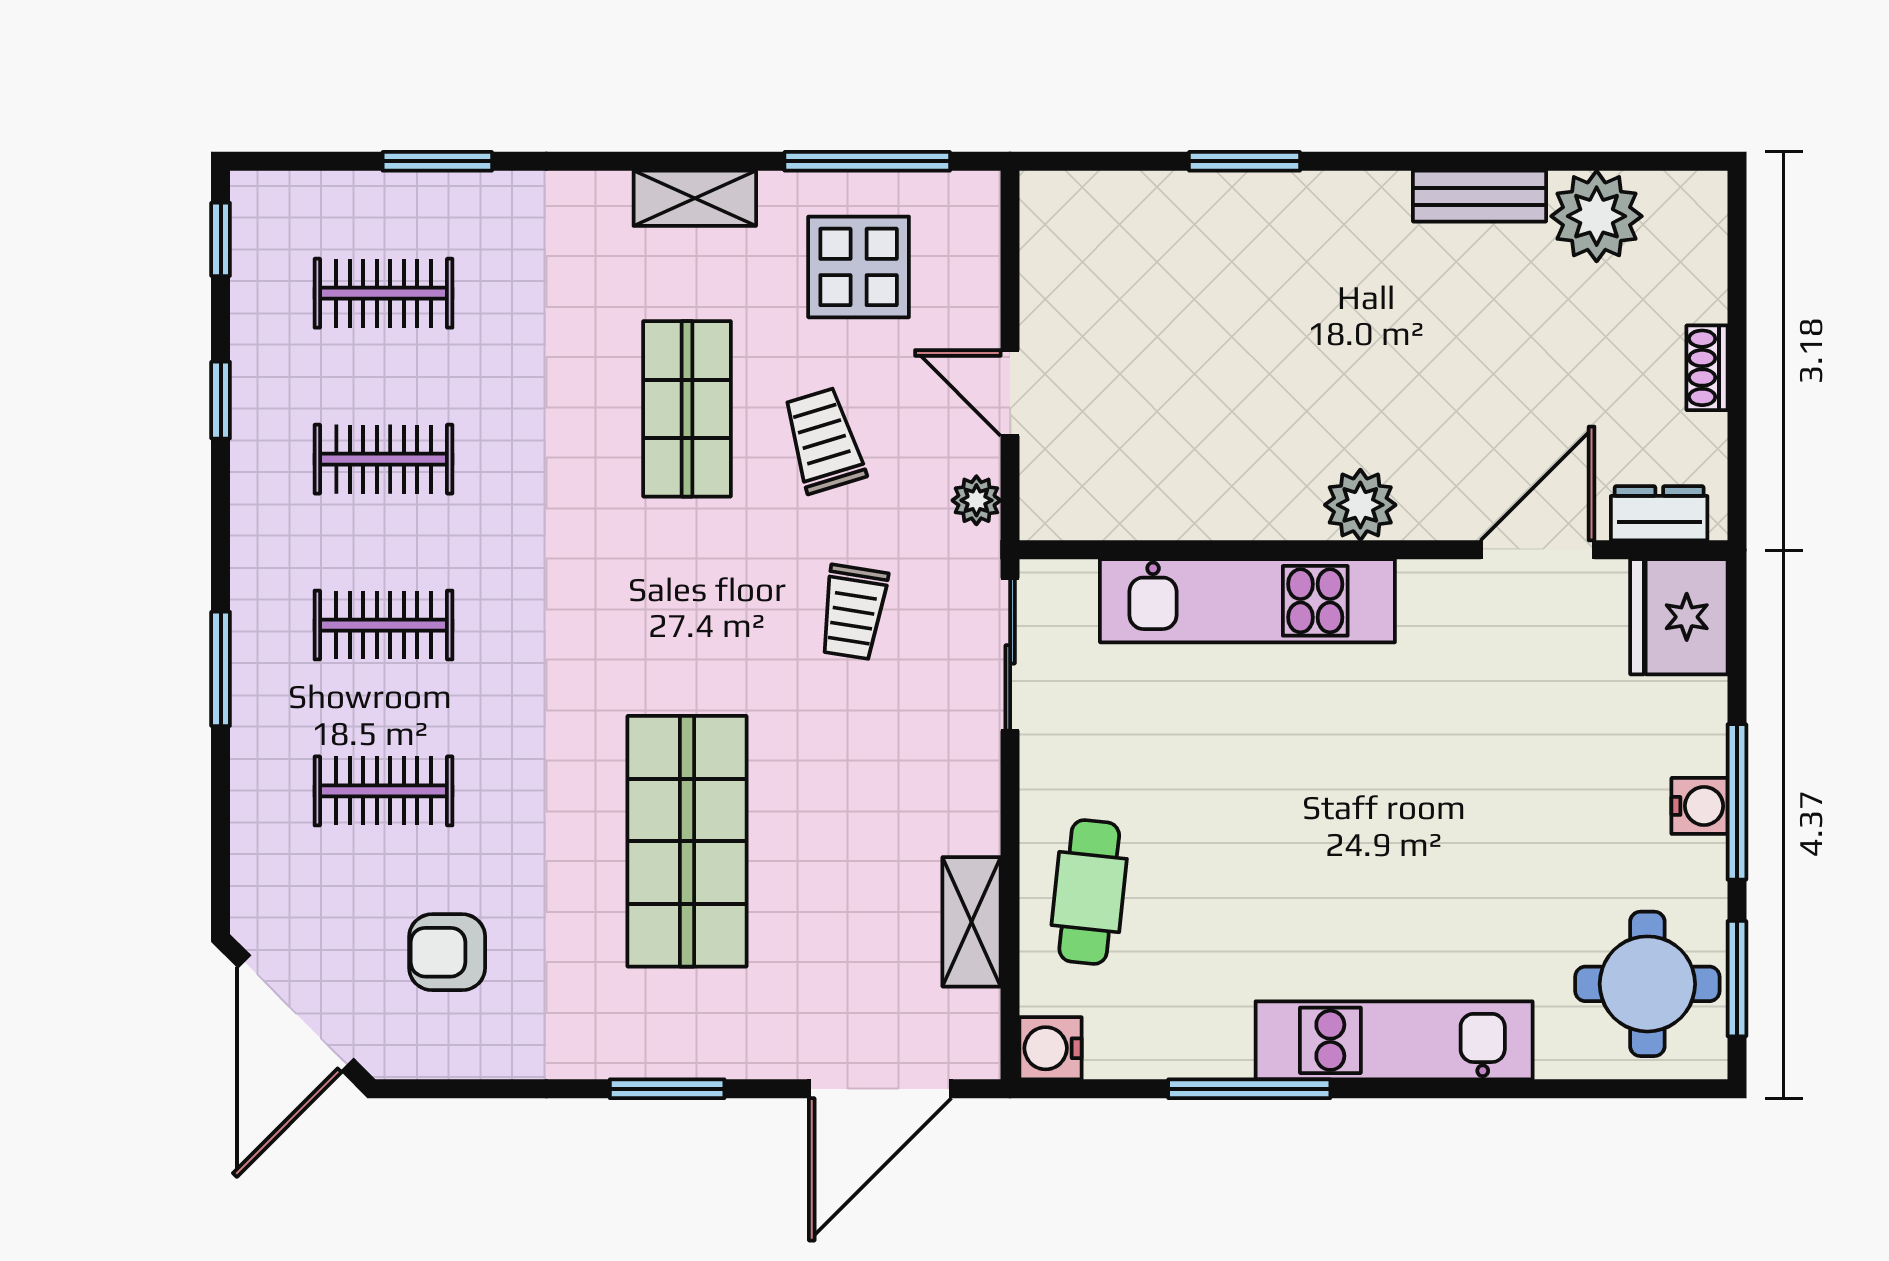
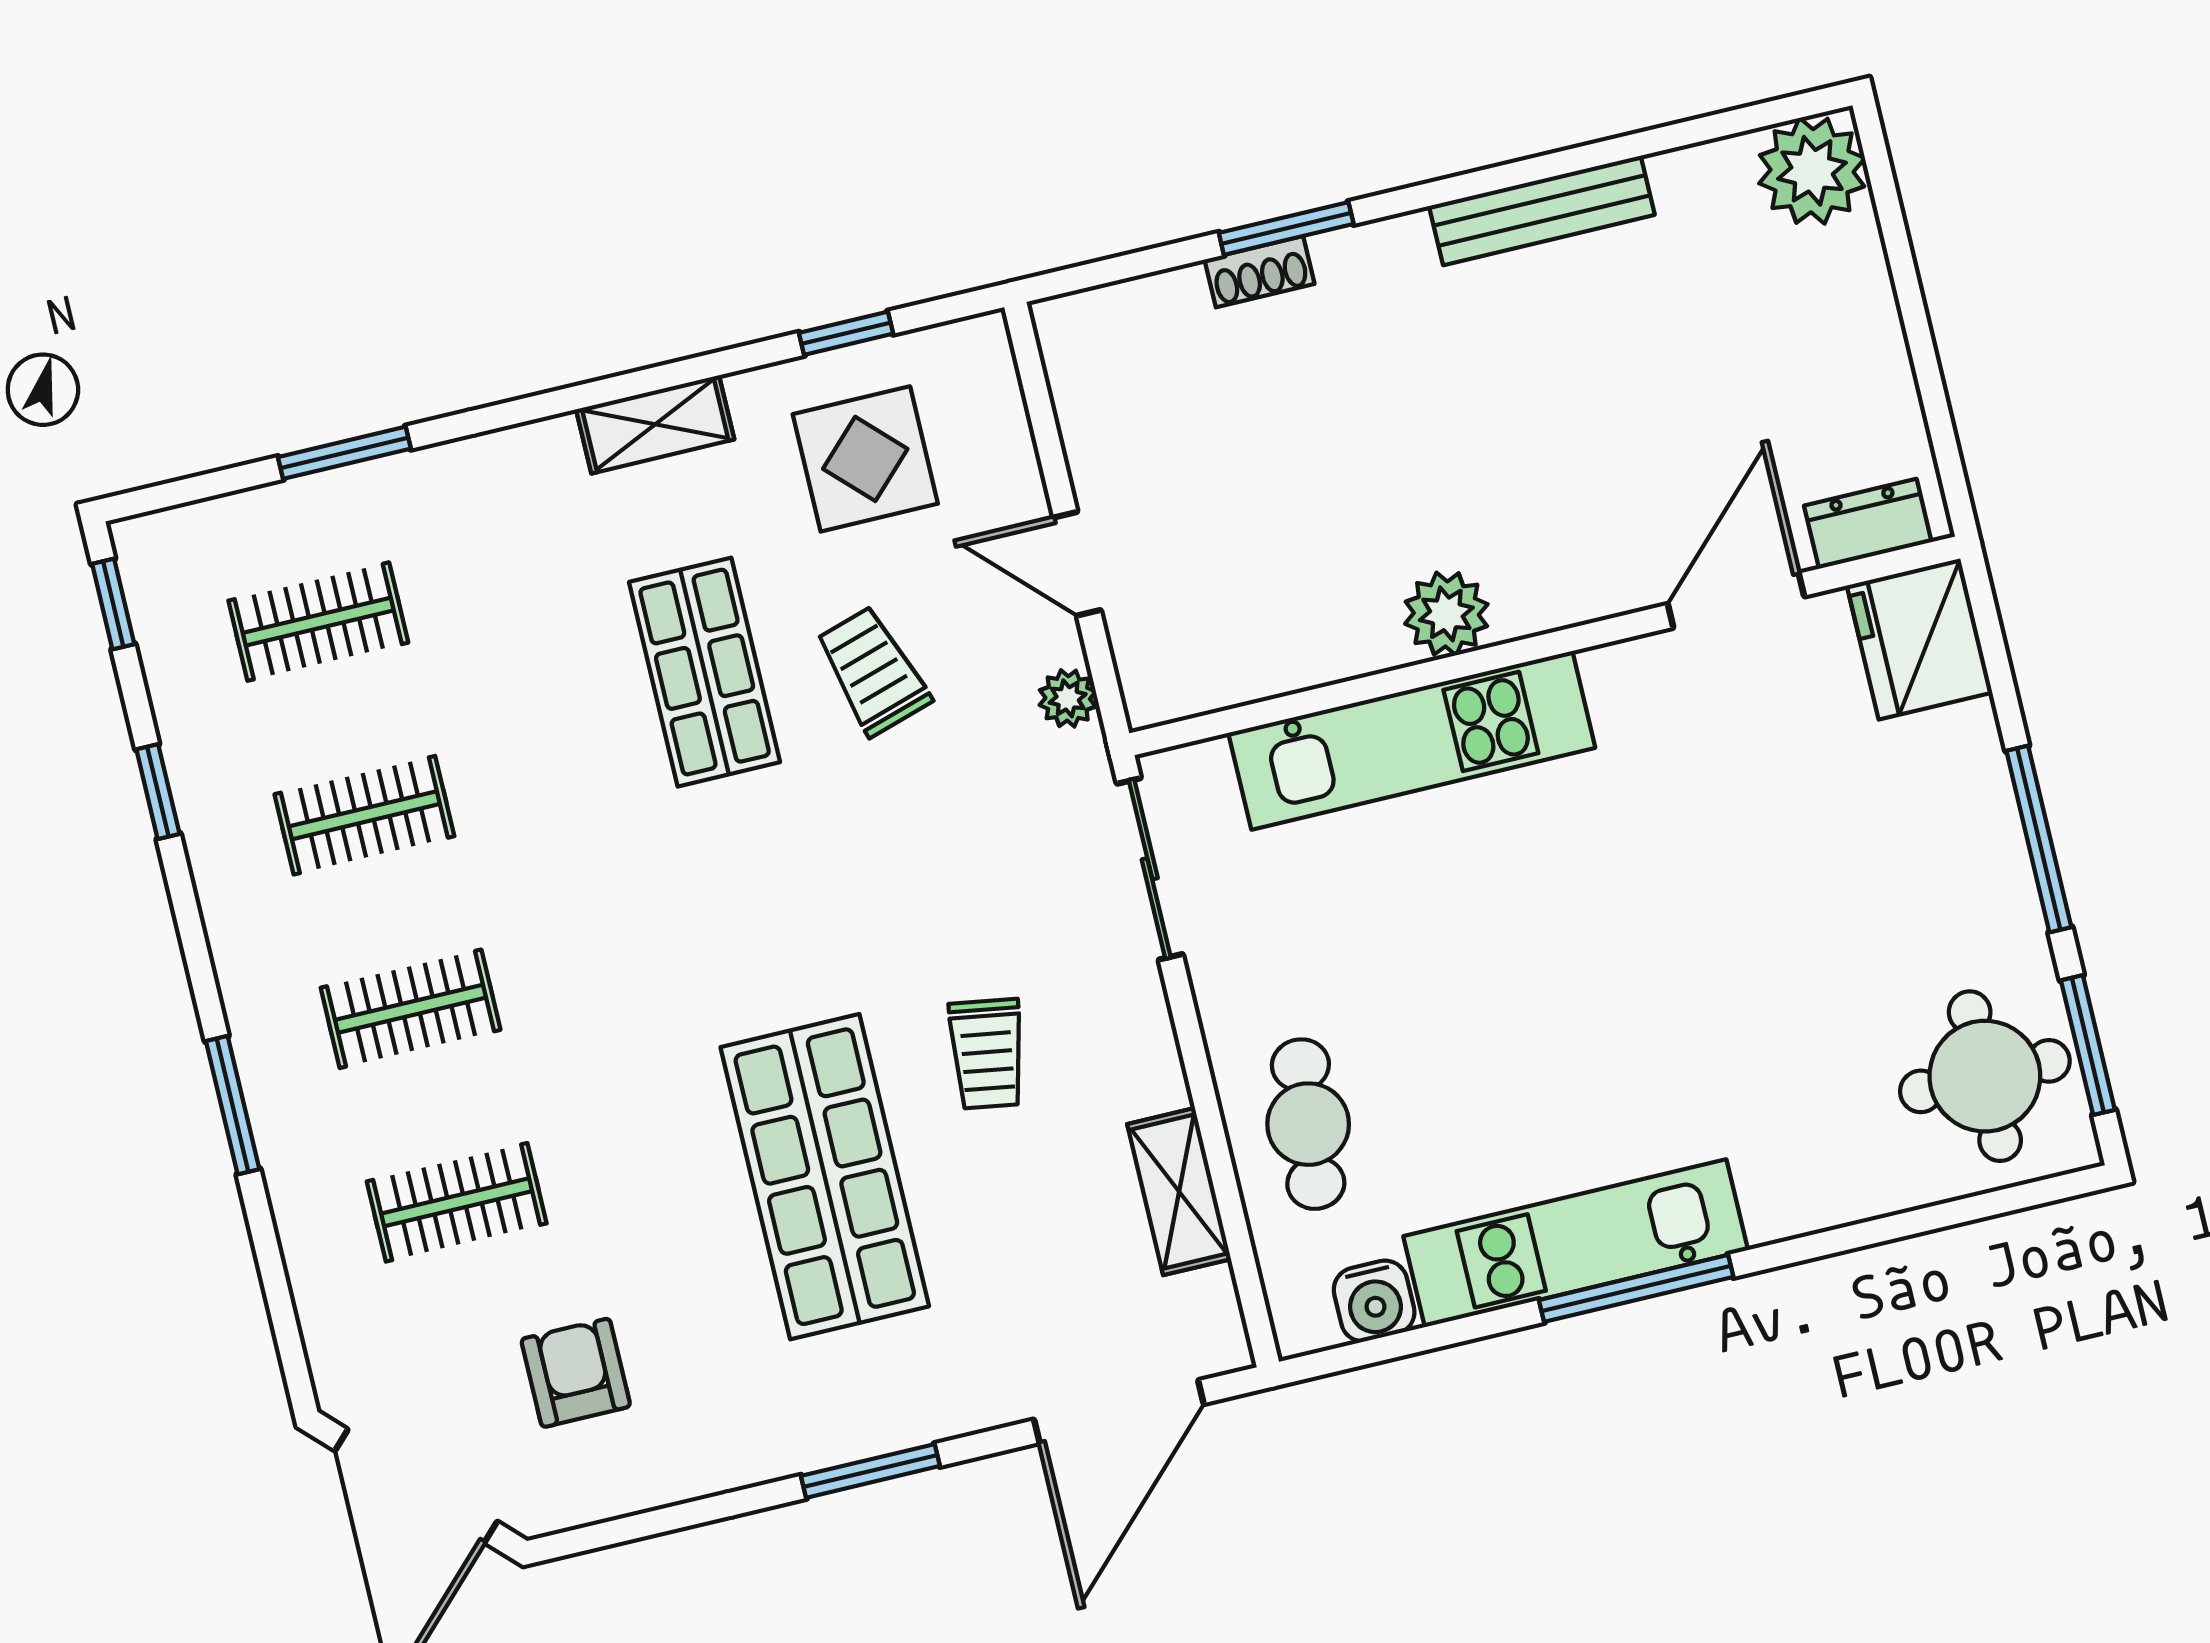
window: (867, 161) -> (846, 333), width x0.46
bench: (1480, 196) -> (1542, 210), width x1.36
plant: (1597, 216) -> (1812, 171), moved
shoe rack: (1707, 368) -> (1259, 272), moved, turned -90
plant: (1360, 505) -> (1446, 614), moved
trolley: (853, 612) -> (987, 1054), moved
water cooler: (1700, 806) -> (1996, 854), removed
armchair: (447, 952) -> (576, 1373), turned 90
kitchen unit: (1394, 1040) -> (1576, 1243), moved
water cooler: (1051, 1048) -> (1374, 1301), moved, turned -90
window: (1249, 1089) -> (1636, 1288), moved

